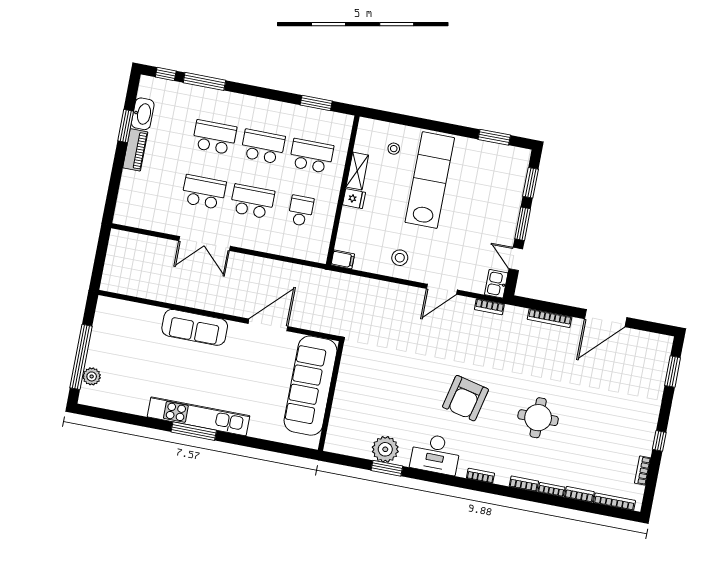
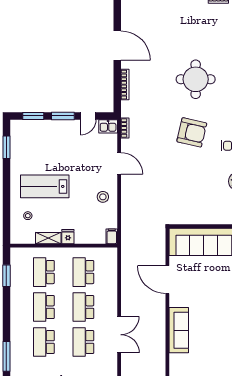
lab bench: (430, 180) -> (45, 186), width x0.73
school desk: (301, 211) -> (83, 272), width x1.85
round table: (538, 418) -> (196, 79), width x1.36, depth x1.36

